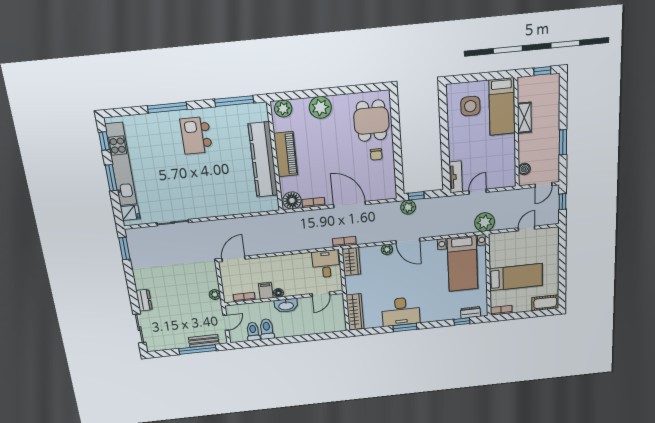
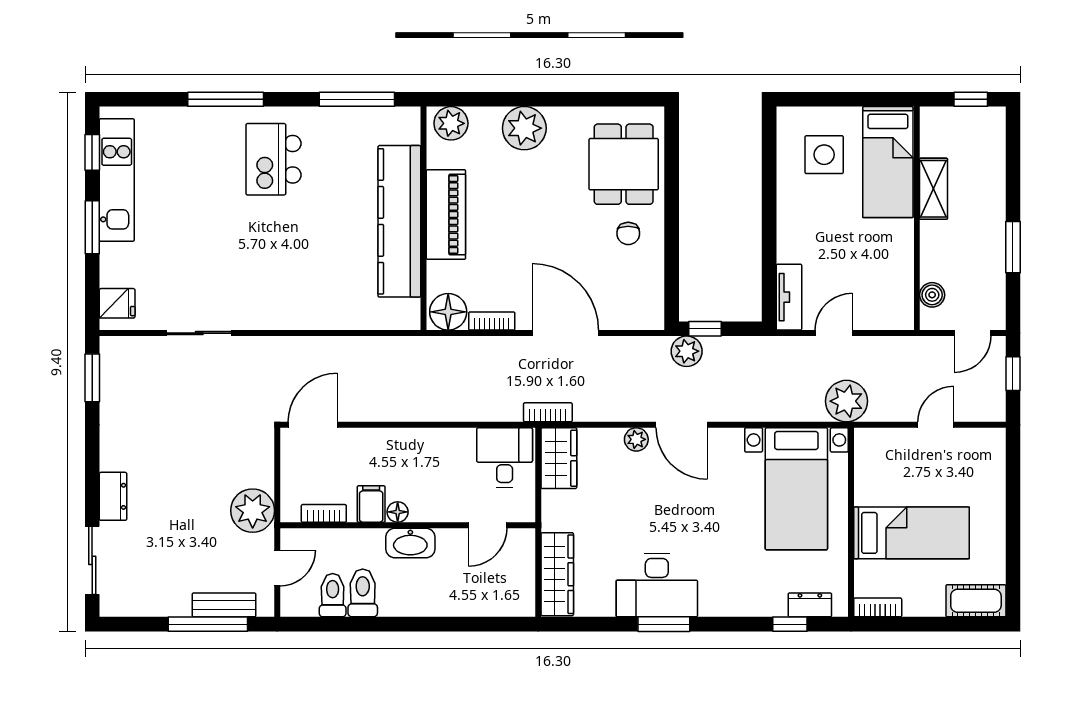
kitchen unit: (121, 165) -> (117, 180), width x0.73
plant: (215, 295) -> (253, 511), width x1.87, depth x1.87

